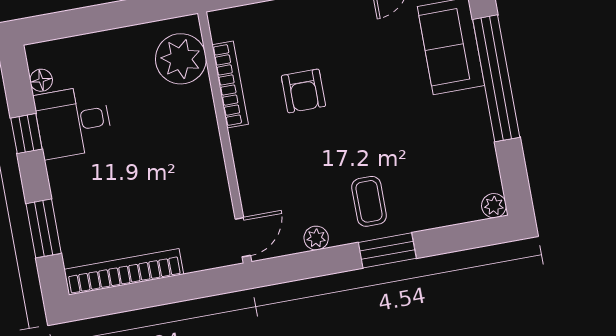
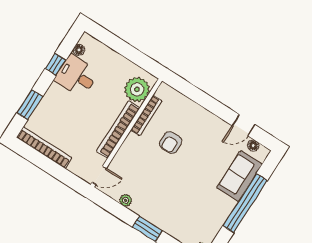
bookcase: (208, 144) -> (118, 129), added
coffee table: (369, 201) -> (157, 205), removed

